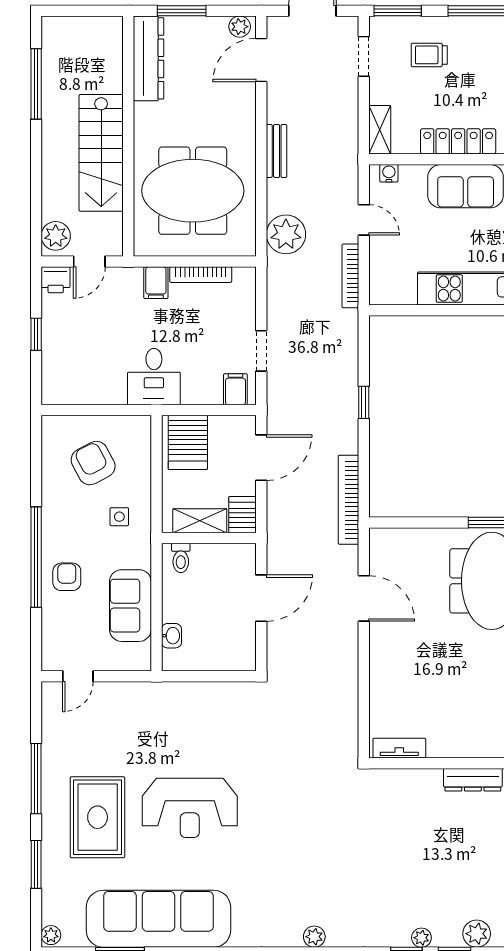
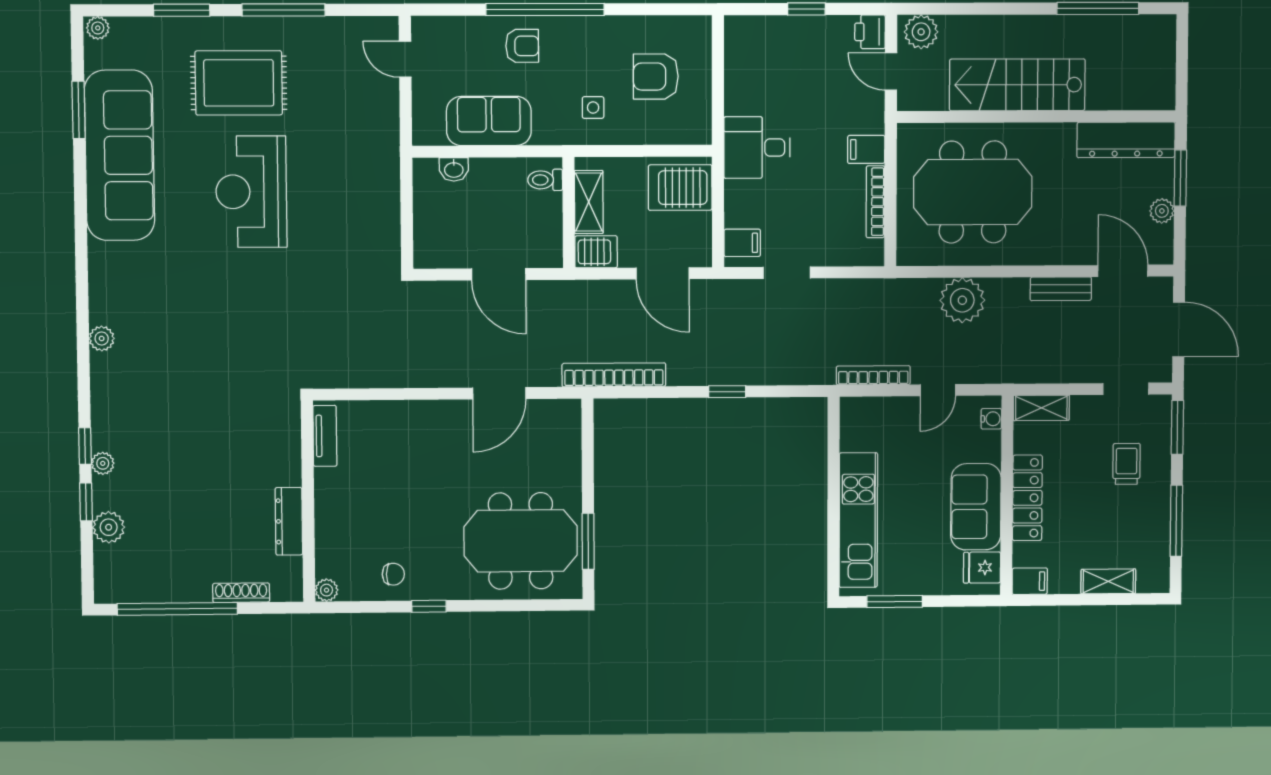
plant: (240, 27) -> (1162, 211), moved
bench: (277, 151) -> (1061, 289), moved
meeting table: (193, 191) -> (973, 192), turned 90
plant: (286, 234) -> (962, 300), moved
armchair: (93, 463) -> (656, 77), turned -152

